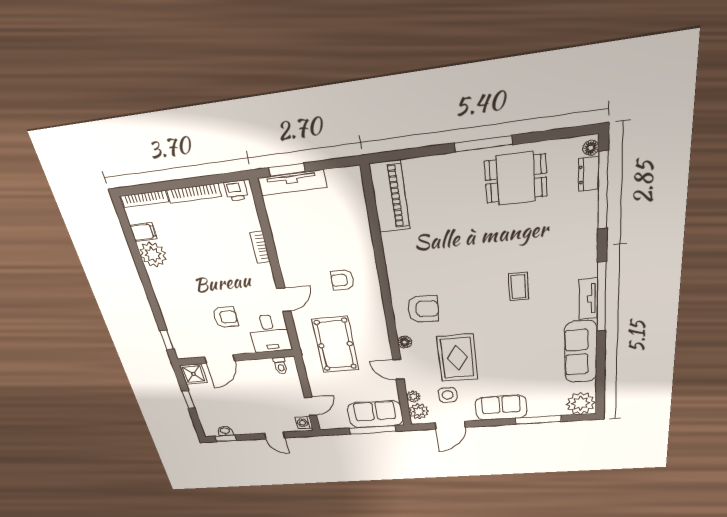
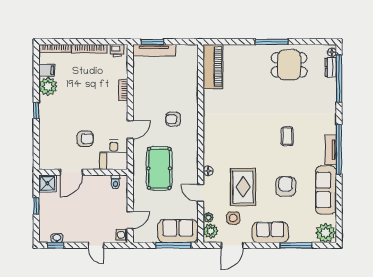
armchair: (423, 309) -> (286, 186), moved, turned -93
window: (167, 340) -> (36, 110), moved

